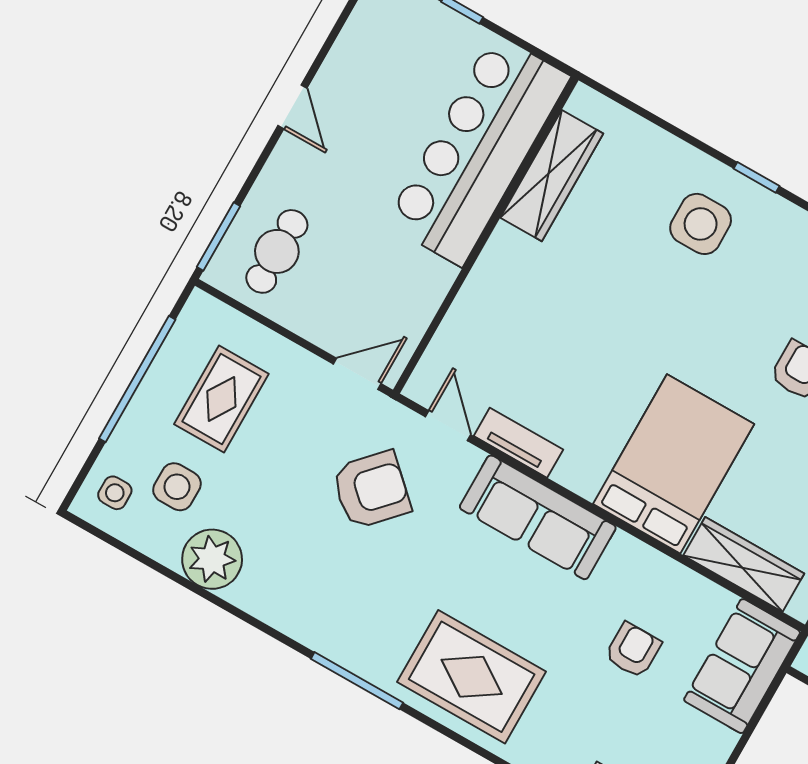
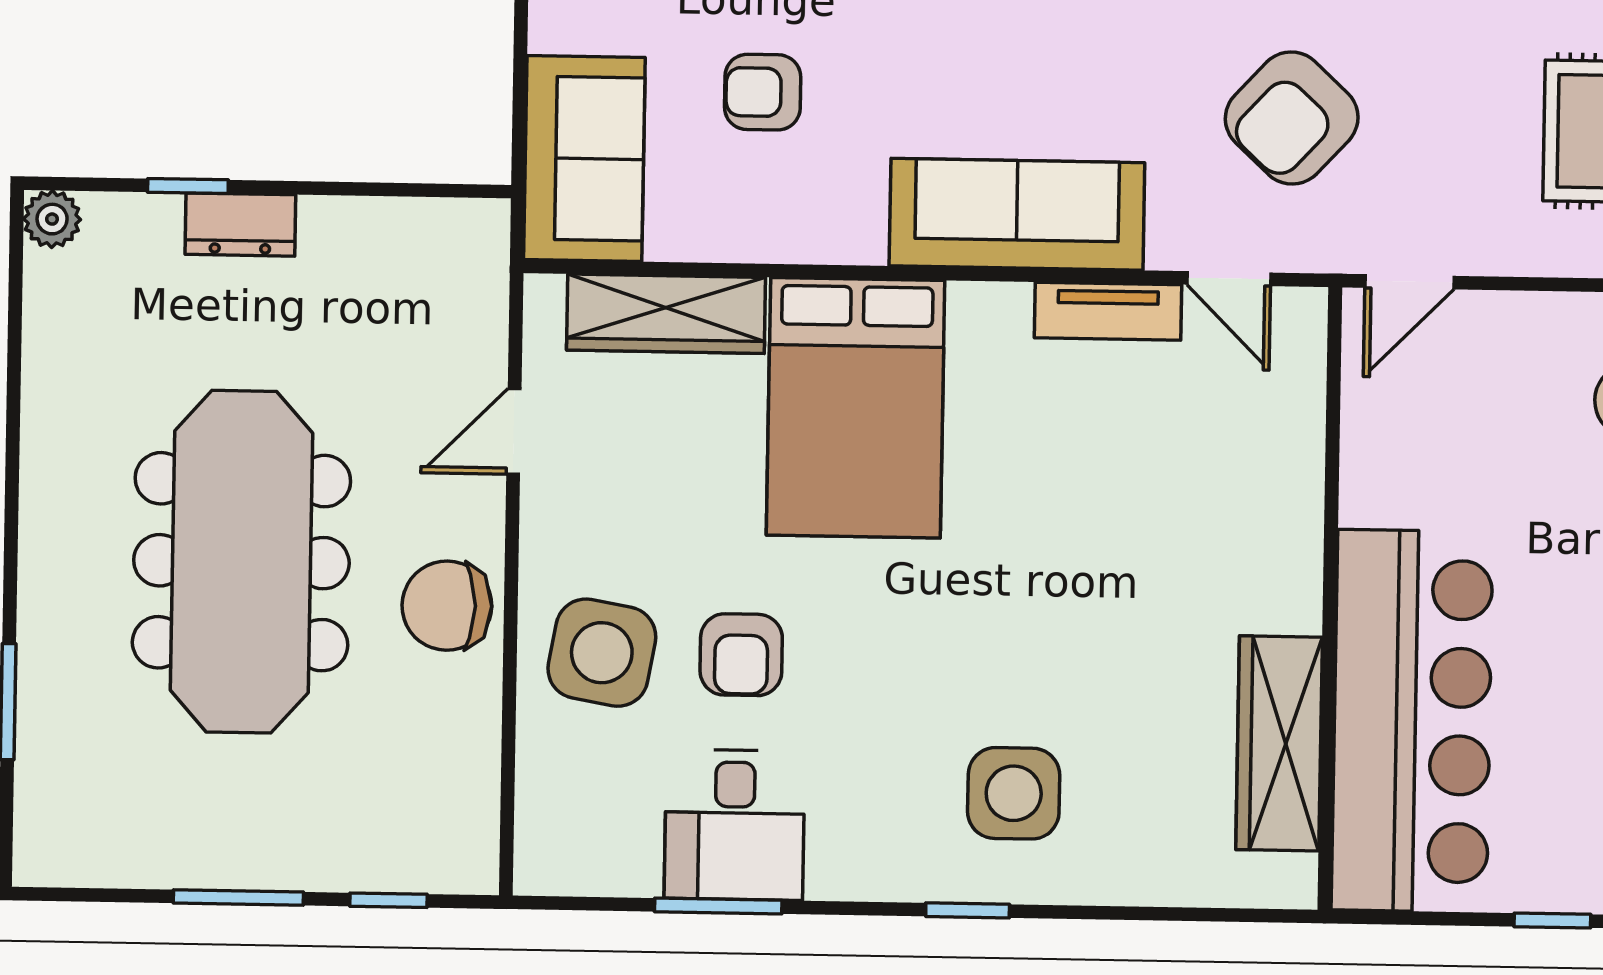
armchair: (633, 650) -> (763, 92), turned 90

